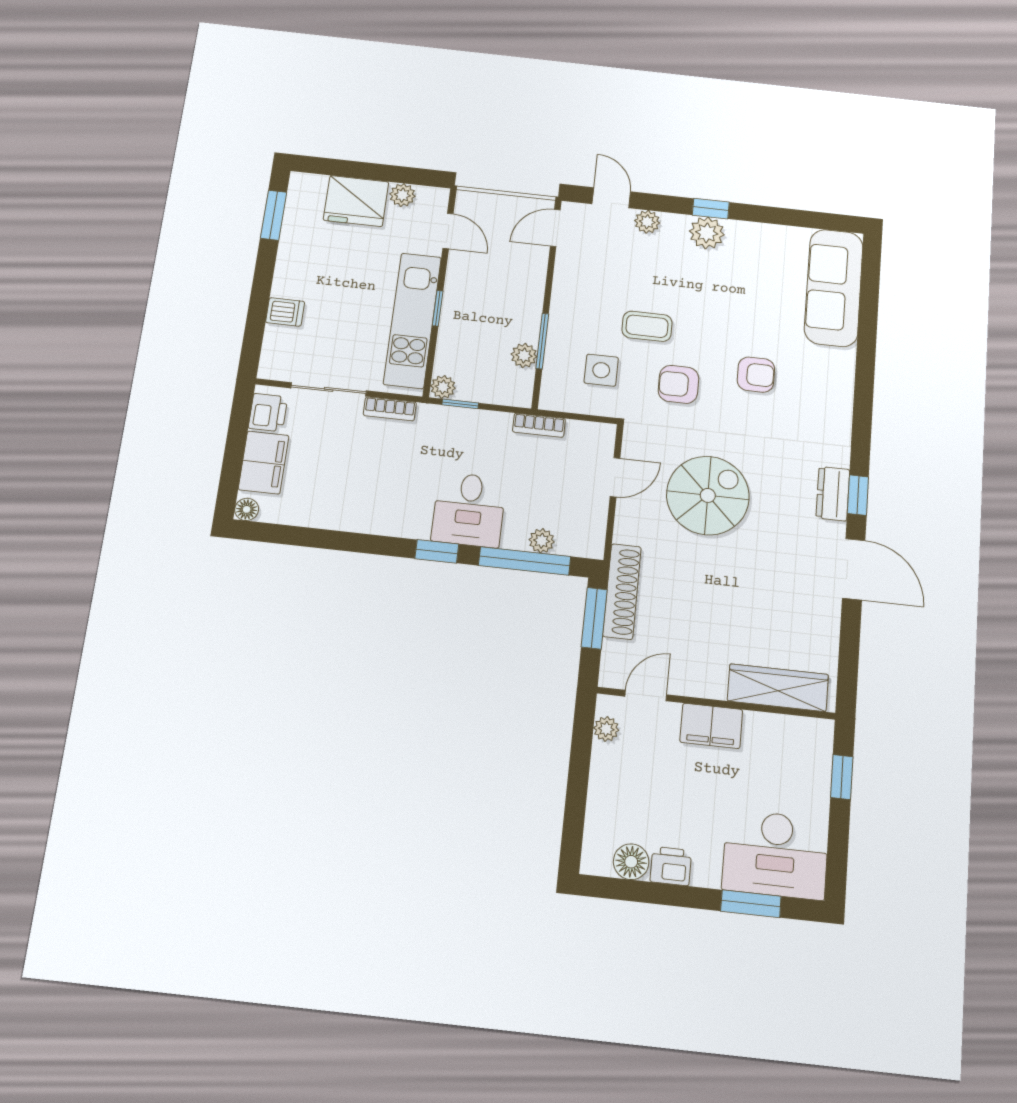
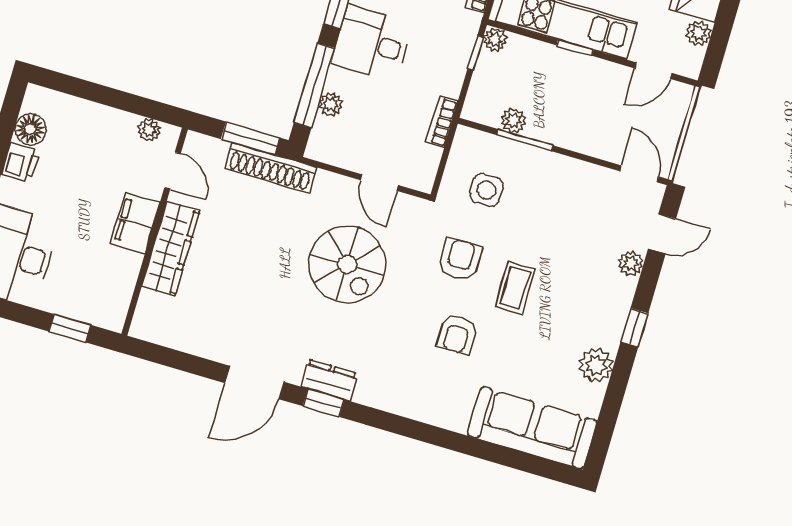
plant: (707, 233) -> (596, 365), moved
coffee table: (647, 326) -> (515, 288), moved
wardrobe: (778, 688) -> (171, 249), moved

